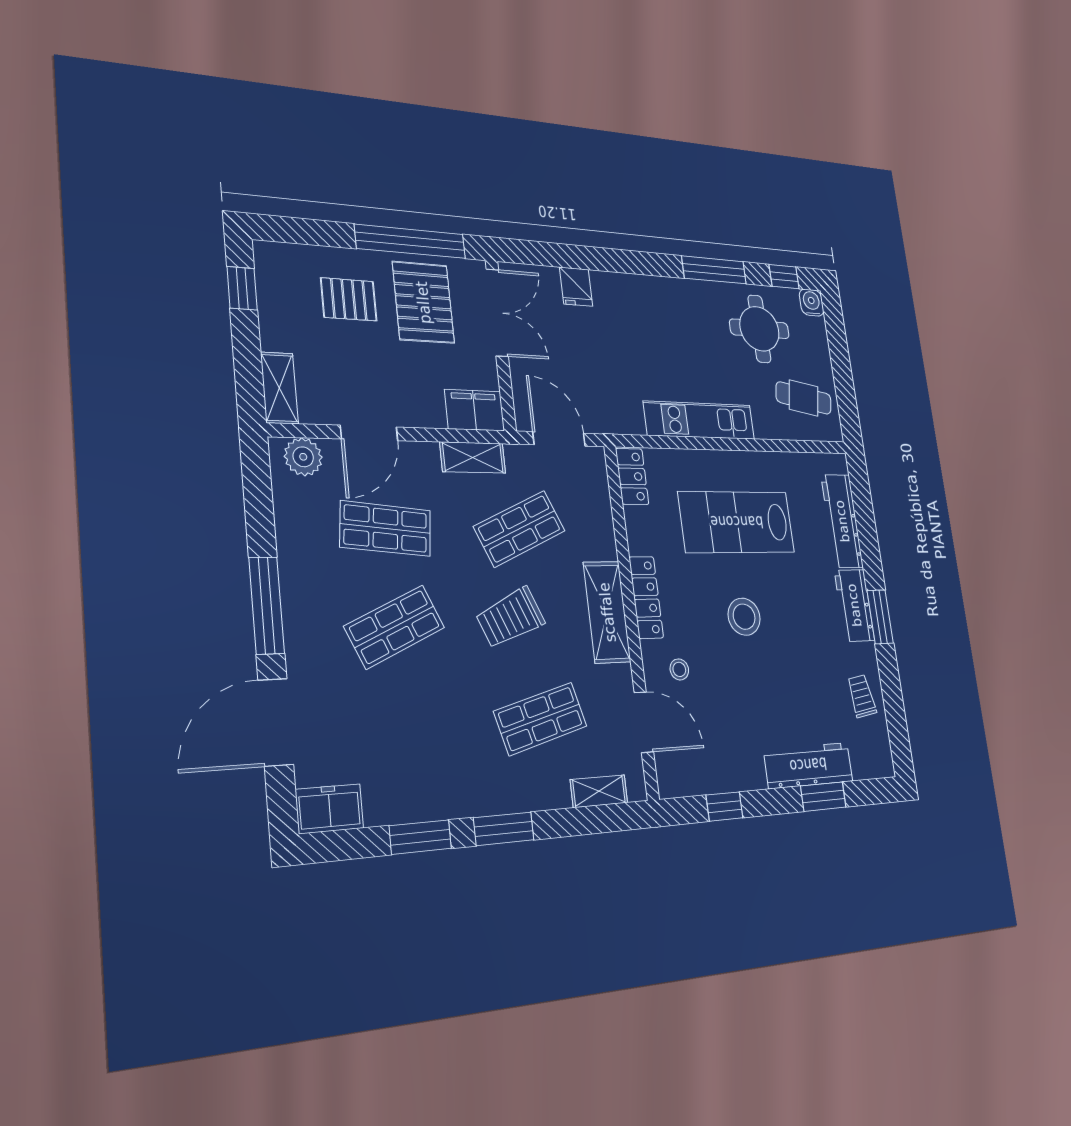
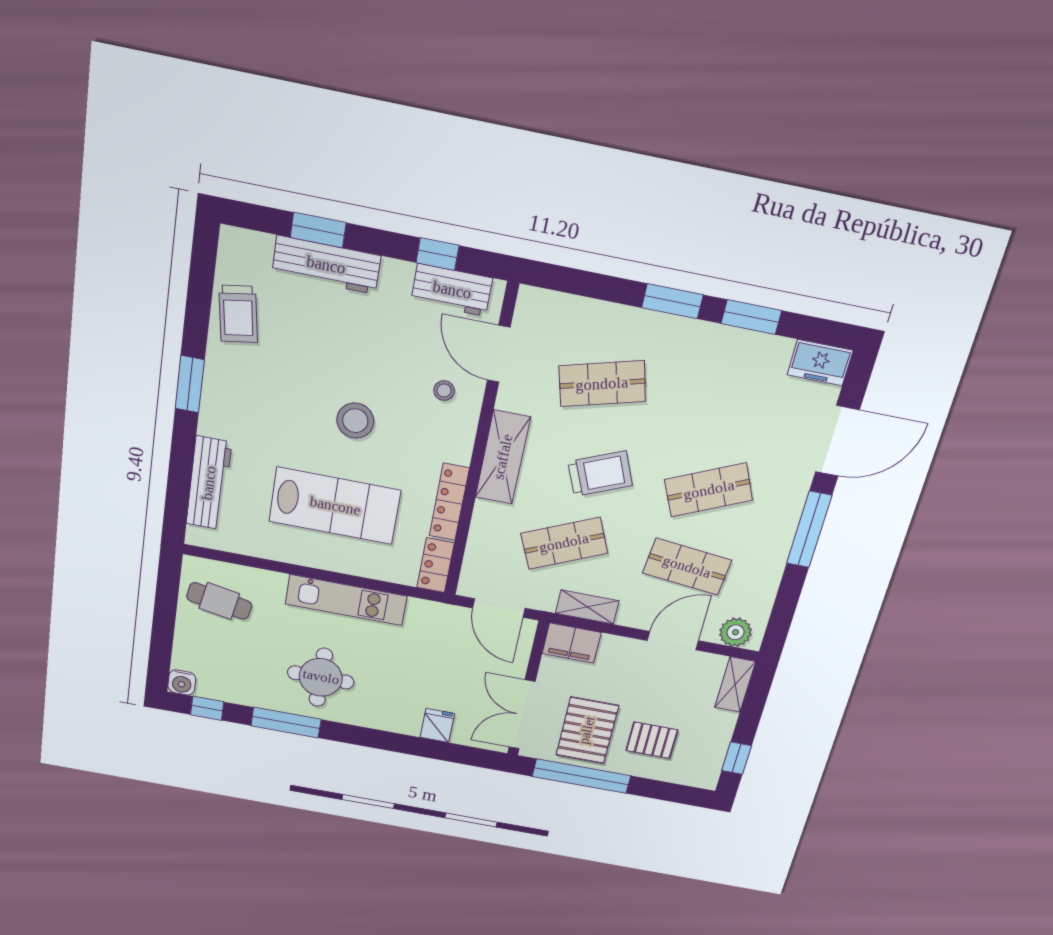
round table: (759, 329) -> (321, 677), moved
locker: (646, 597) -> (449, 502), moved
workbench: (854, 605) -> (452, 290), moved, turned 90
trolley: (862, 696) -> (238, 314), width x1.36, depth x1.39
shelving: (599, 791) -> (567, 306), removed

